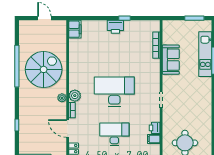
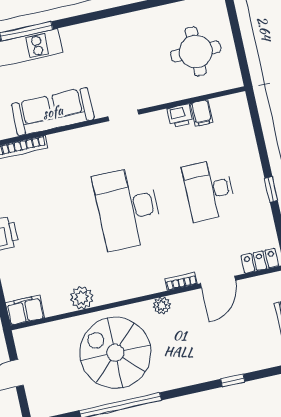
sofa: (171, 60) -> (53, 112), width x1.36
plant: (75, 96) -> (82, 298), moved

